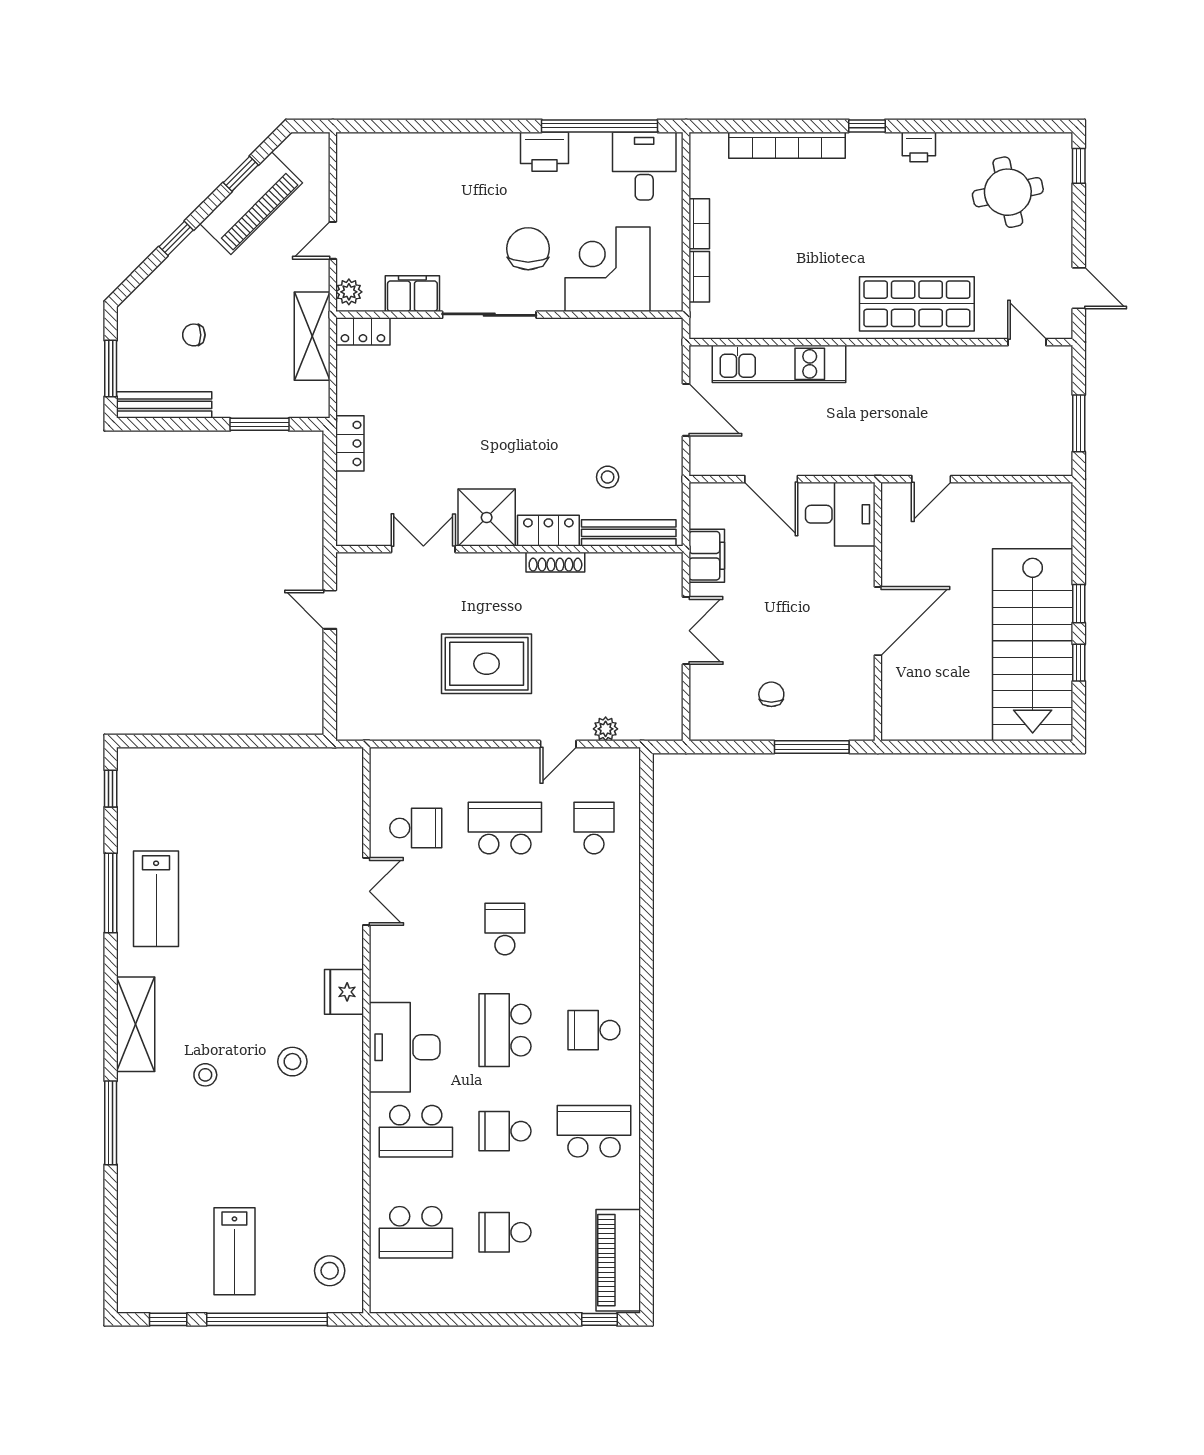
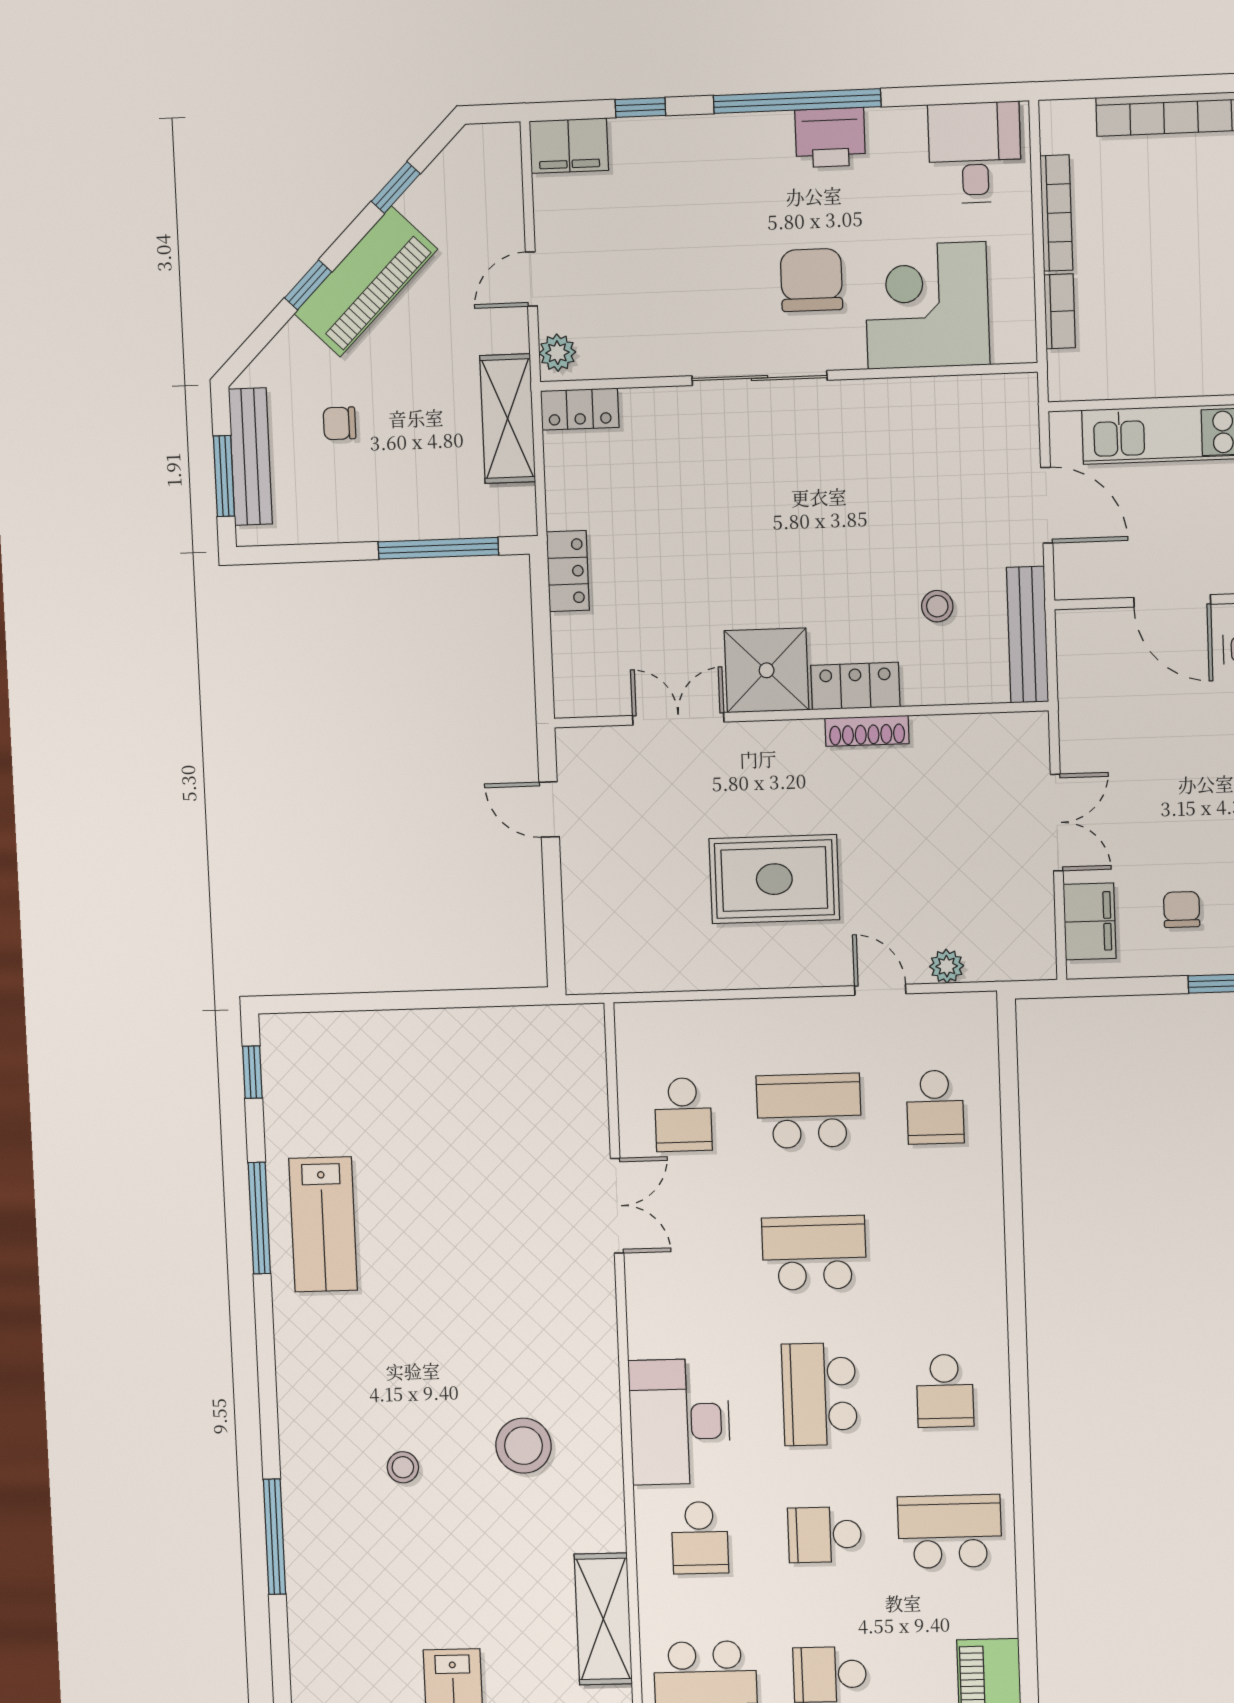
window: (414, 126) -> (640, 108), added
window: (600, 126) -> (797, 101), moved
piano: (251, 203) -> (366, 281), moved
bookcase: (699, 224) -> (1056, 213), width x1.56
filing cabinet: (412, 294) -> (569, 146), moved, turned 180
bench: (164, 405) -> (250, 457), moved, turned 90
window: (259, 424) -> (438, 548), width x1.44
bench: (629, 533) -> (1027, 635), moved, turned 90
filing cabinet: (707, 556) -> (1090, 921), moved
door: (558, 744) -> (880, 990), swing flipped
school desk: (416, 828) -> (683, 1115), turned 90
school desk: (594, 828) -> (935, 1107), turned 180
school desk: (505, 929) -> (814, 1253), width x1.85
fridge: (344, 992) -> (591, 1347), removed
shelving: (136, 1024) -> (603, 1619), moved
school desk: (594, 1030) -> (945, 1391), turned -90
stool: (292, 1062) -> (523, 1446), width x1.38, depth x1.38
school desk: (416, 1131) -> (700, 1538), width x0.54

